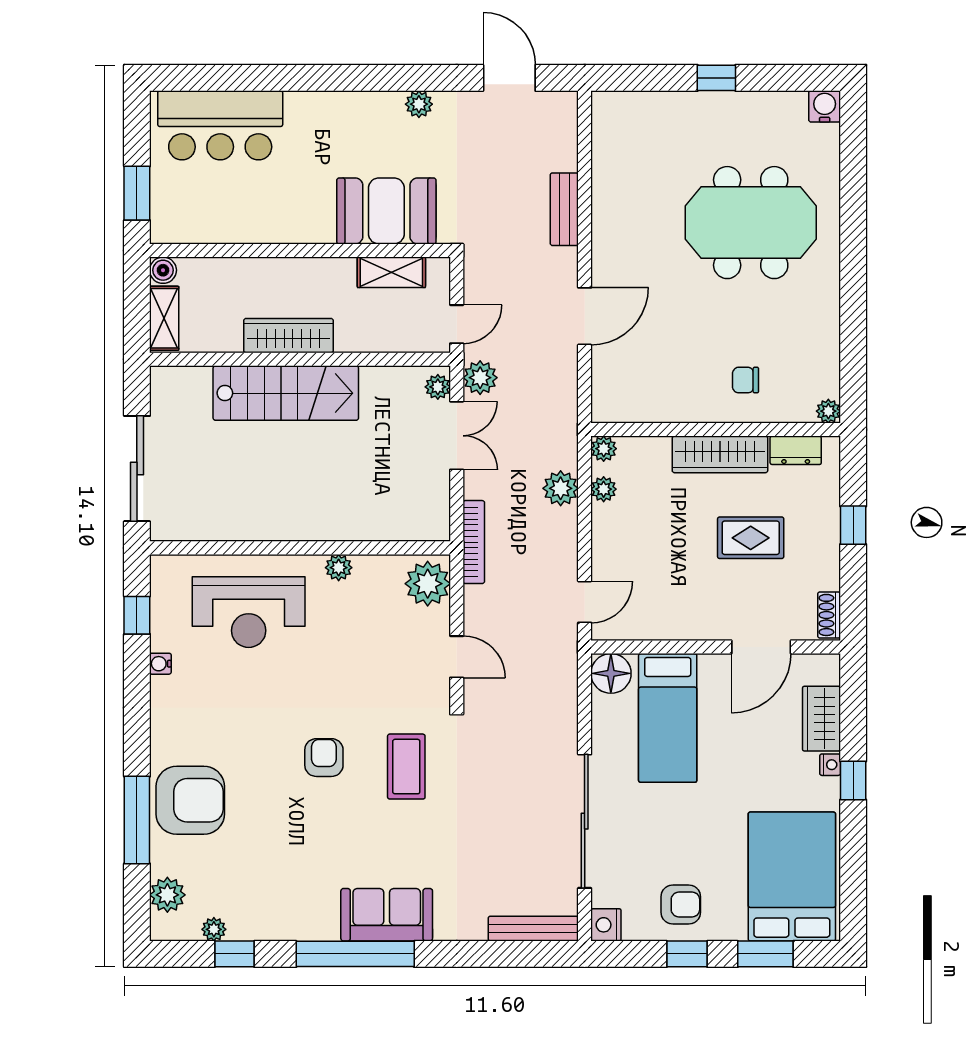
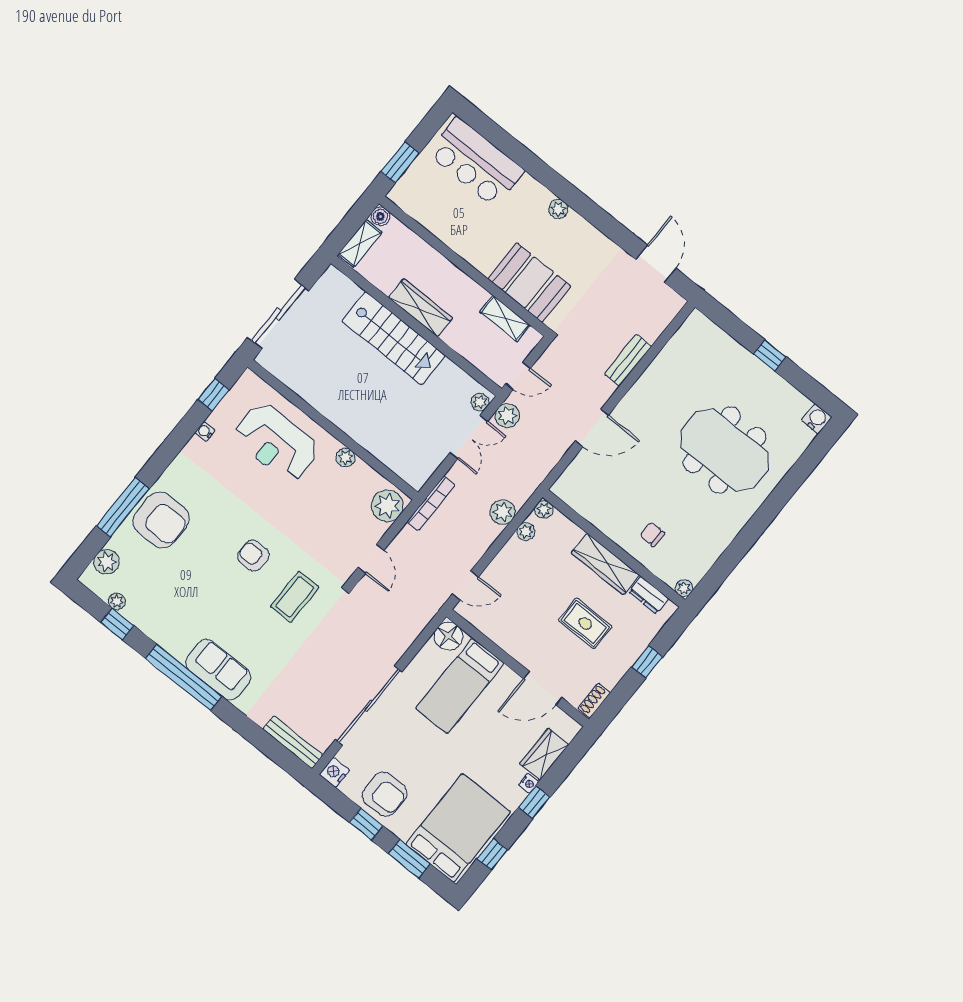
plant: (419, 104) -> (558, 209), moved
armchair: (324, 758) -> (253, 556), turned -90
window: (853, 875) -> (492, 854), added
armchair: (681, 905) -> (385, 794), width x1.38, depth x1.38

